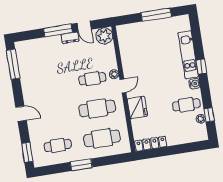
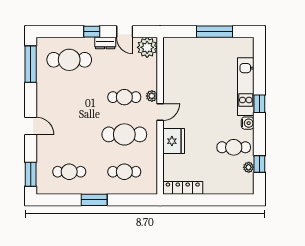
window: (58, 30) -> (92, 32), width x0.46
cafe table: (43, 56) -> (69, 60), added
cafe table: (102, 138) -> (124, 172), width x0.73, depth x0.74

